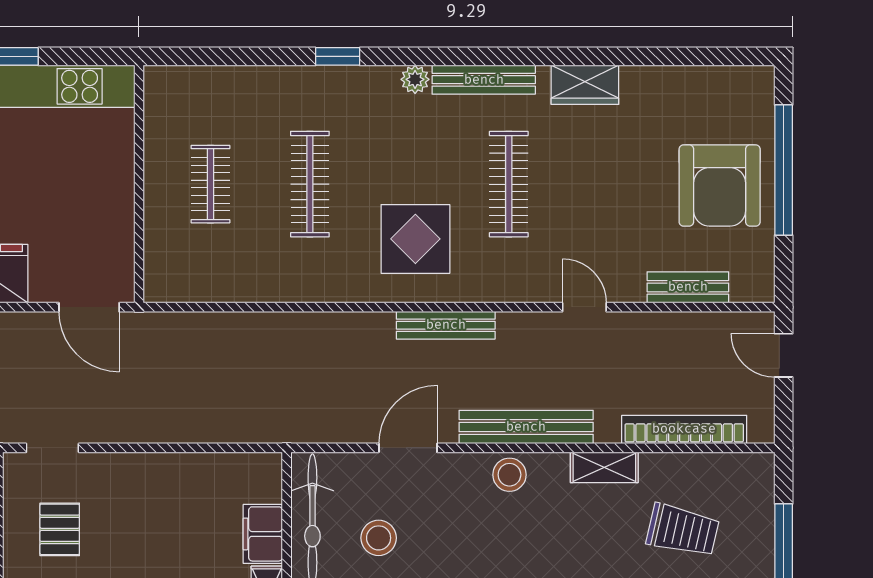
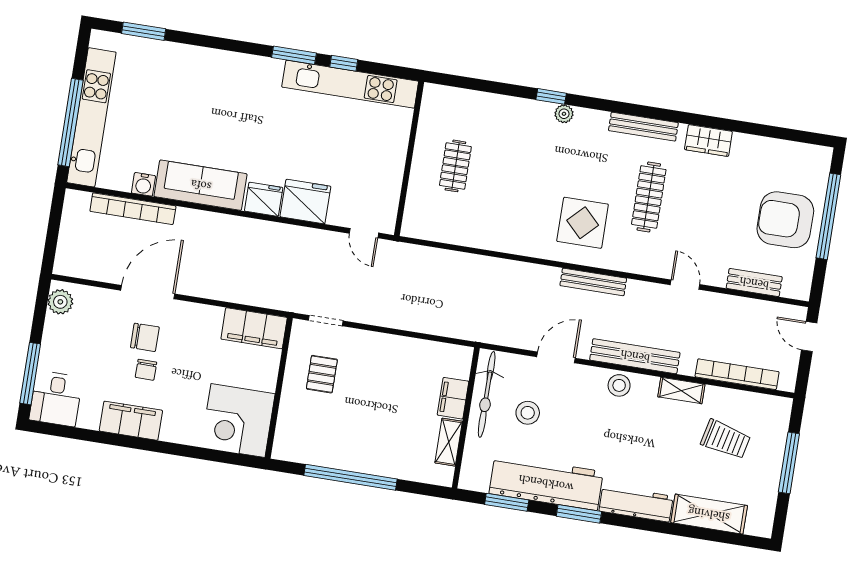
plant: (415, 79) -> (564, 114), moved
clothes rail: (310, 184) -> (520, 176), removed
armchair: (720, 185) -> (785, 220), turned 90
door: (89, 307) -> (364, 233), width x0.73

